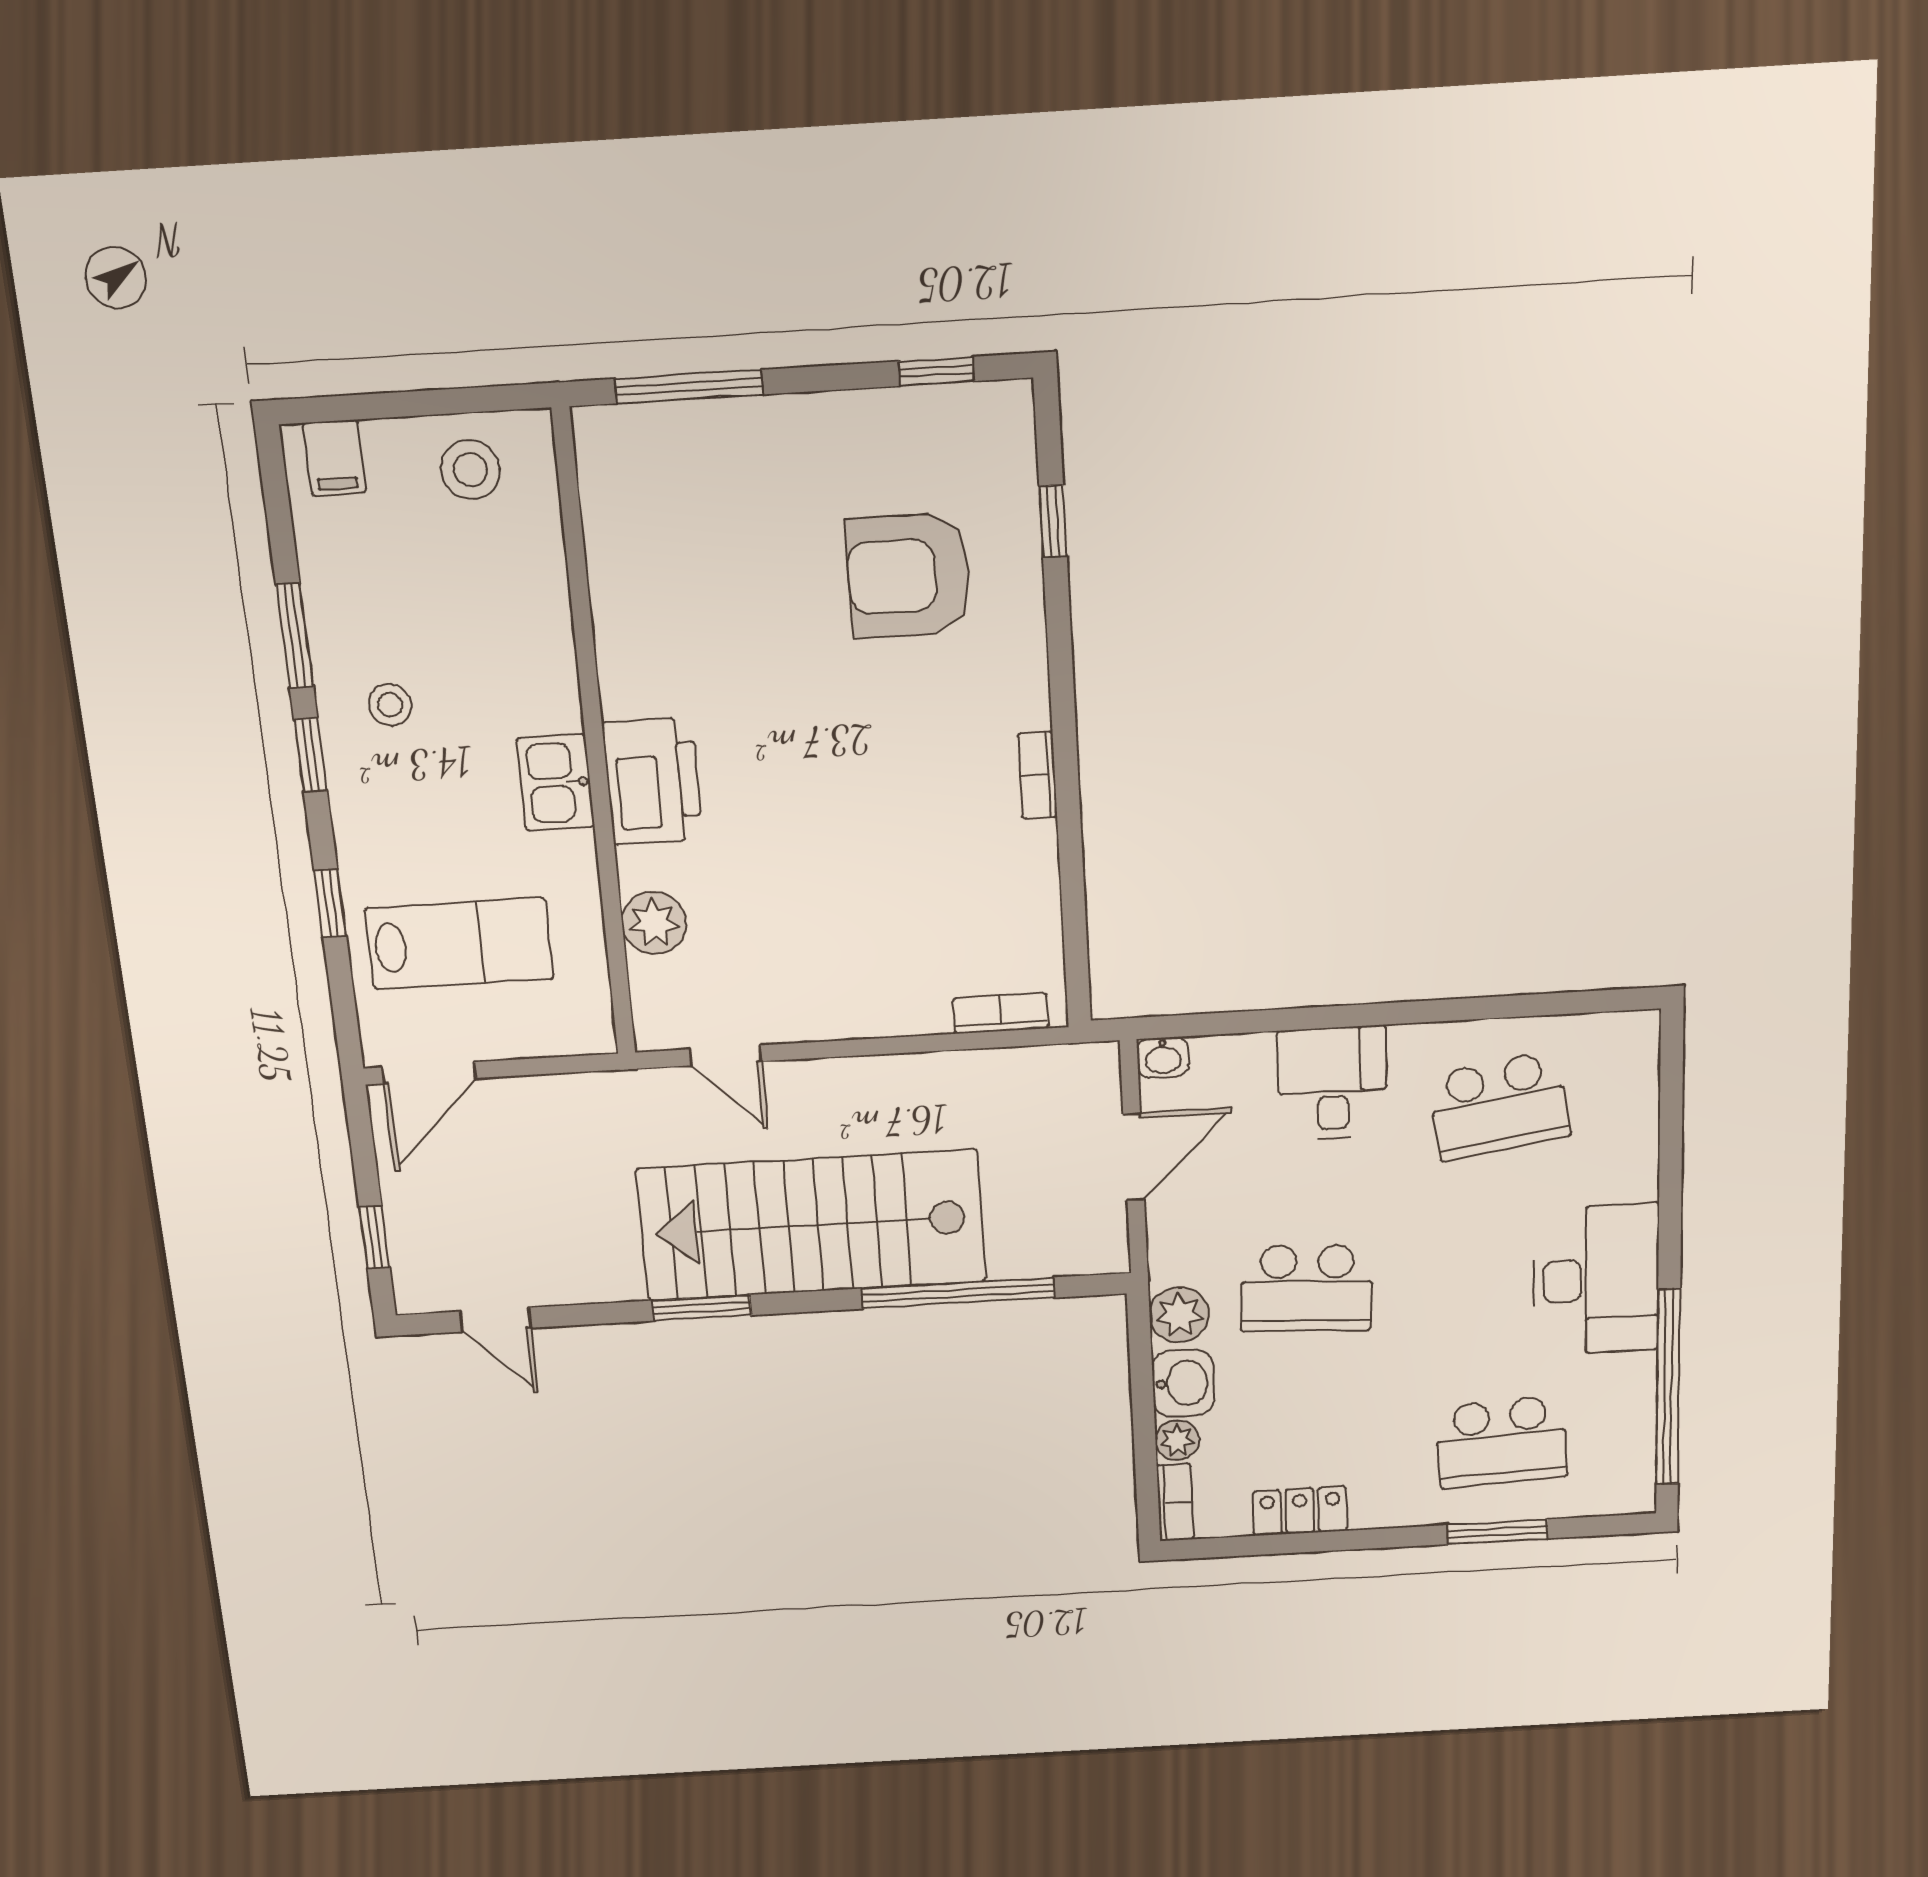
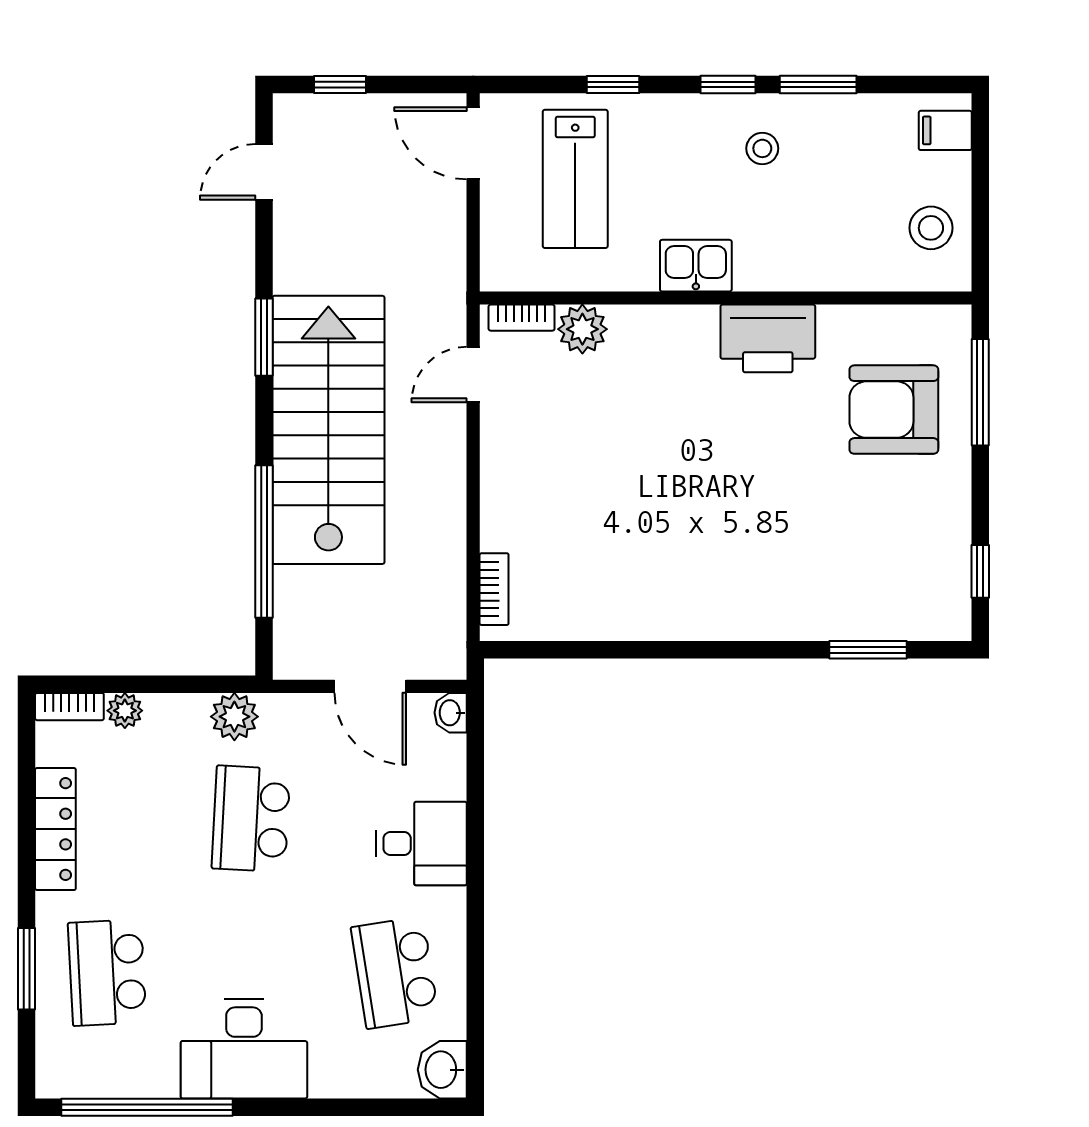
window: (1053, 521) -> (868, 650), width x1.50
armchair: (909, 576) -> (894, 410), moved, turned -90
bookcase: (1038, 775) -> (522, 318), moved, turned 180
printer: (653, 781) -> (768, 338), moved
washbasin: (1183, 1383) -> (442, 1070), moved, turned 90
locker: (1300, 1511) -> (55, 829), width x1.53

